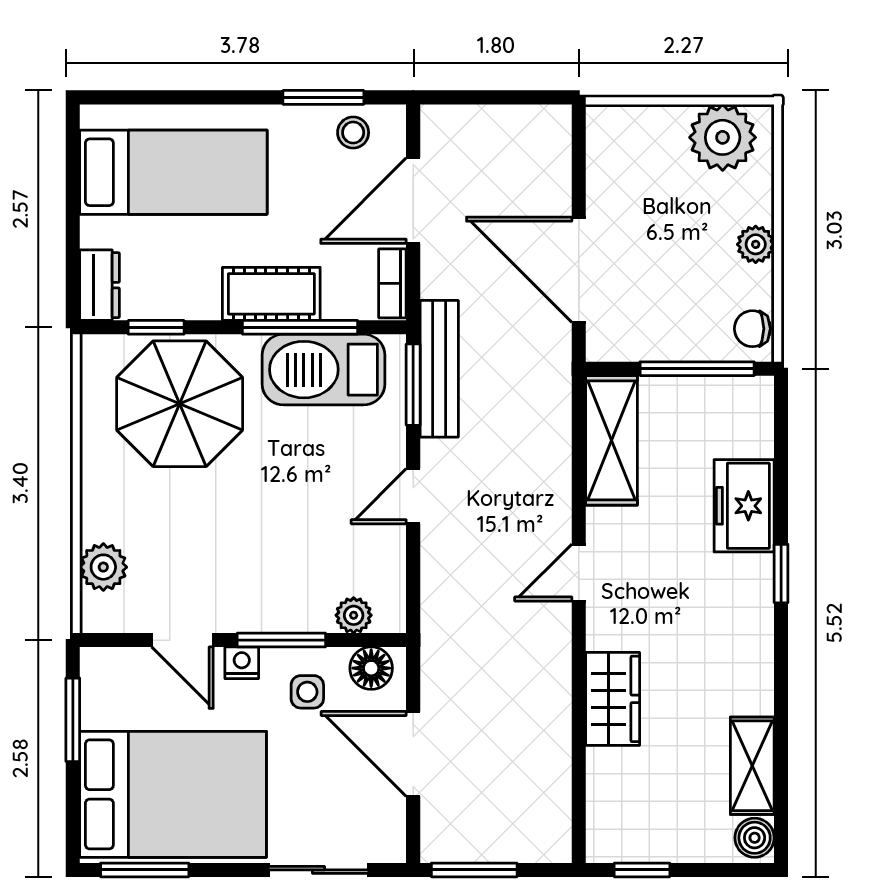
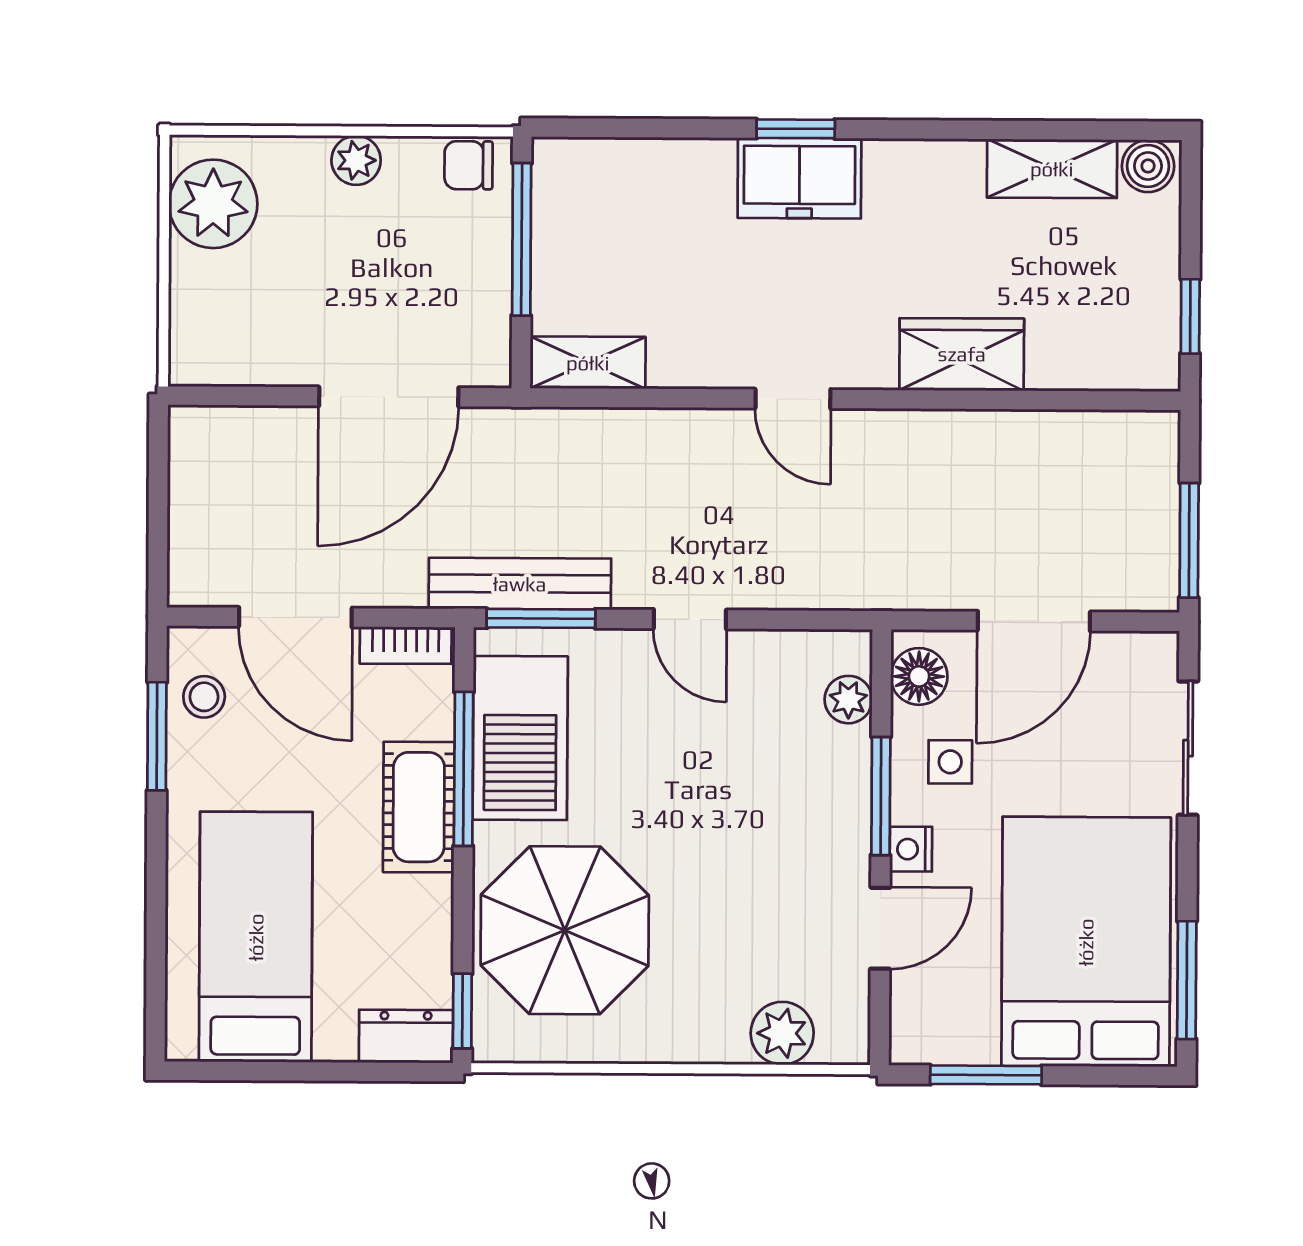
window: (156, 327) -> (462, 1011), moved
chair: (752, 329) -> (469, 165), turned 90
shelving: (611, 440) -> (588, 363), width x0.67, depth x0.75
freezer: (744, 506) -> (799, 178), moved

